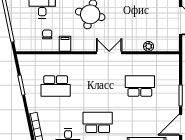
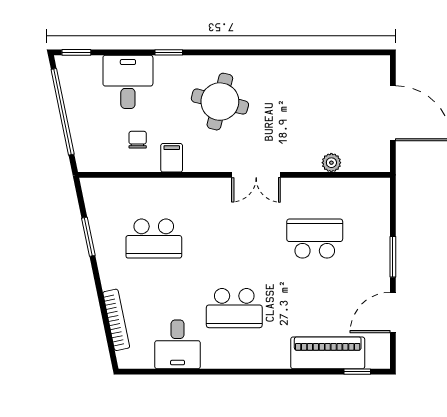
double door: (109, 53) -> (256, 175), swing flipped
school desk: (98, 122) -> (234, 308), turned 180

